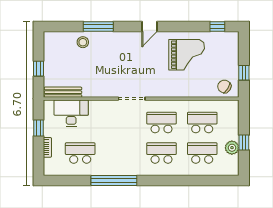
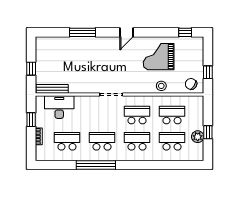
stool: (83, 42) -> (161, 86), moved
grand piano: (187, 55) -> (159, 57), turned 180
school desk: (121, 153) -> (102, 141), added

